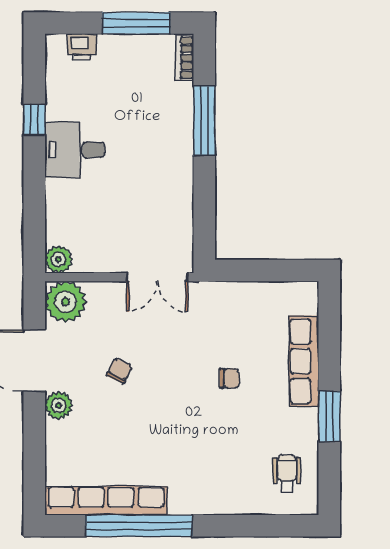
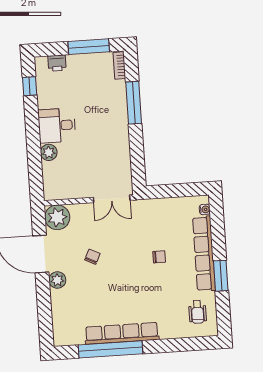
window: (34, 120) -> (30, 86), moved
plant: (58, 259) -> (49, 152), moved
water cooler: (310, 305) -> (205, 209), added
row of seats: (304, 361) -> (204, 254), width x1.36
wheelchair: (287, 474) -> (198, 312), turned 180
row of seats: (106, 501) -> (122, 333), moved

